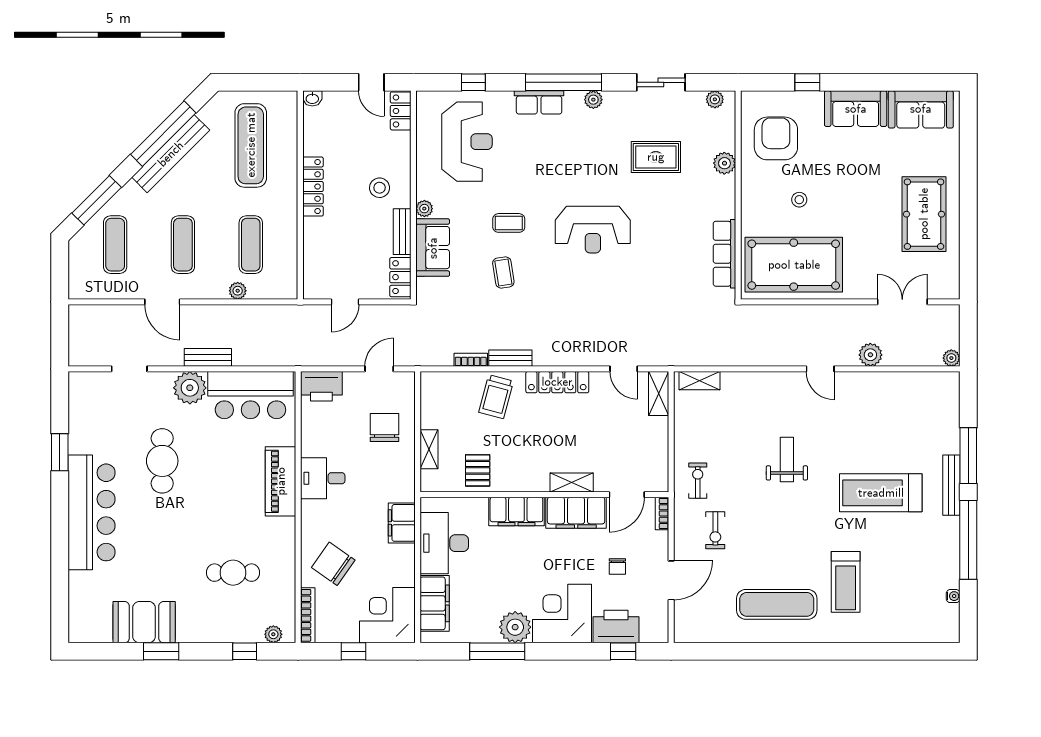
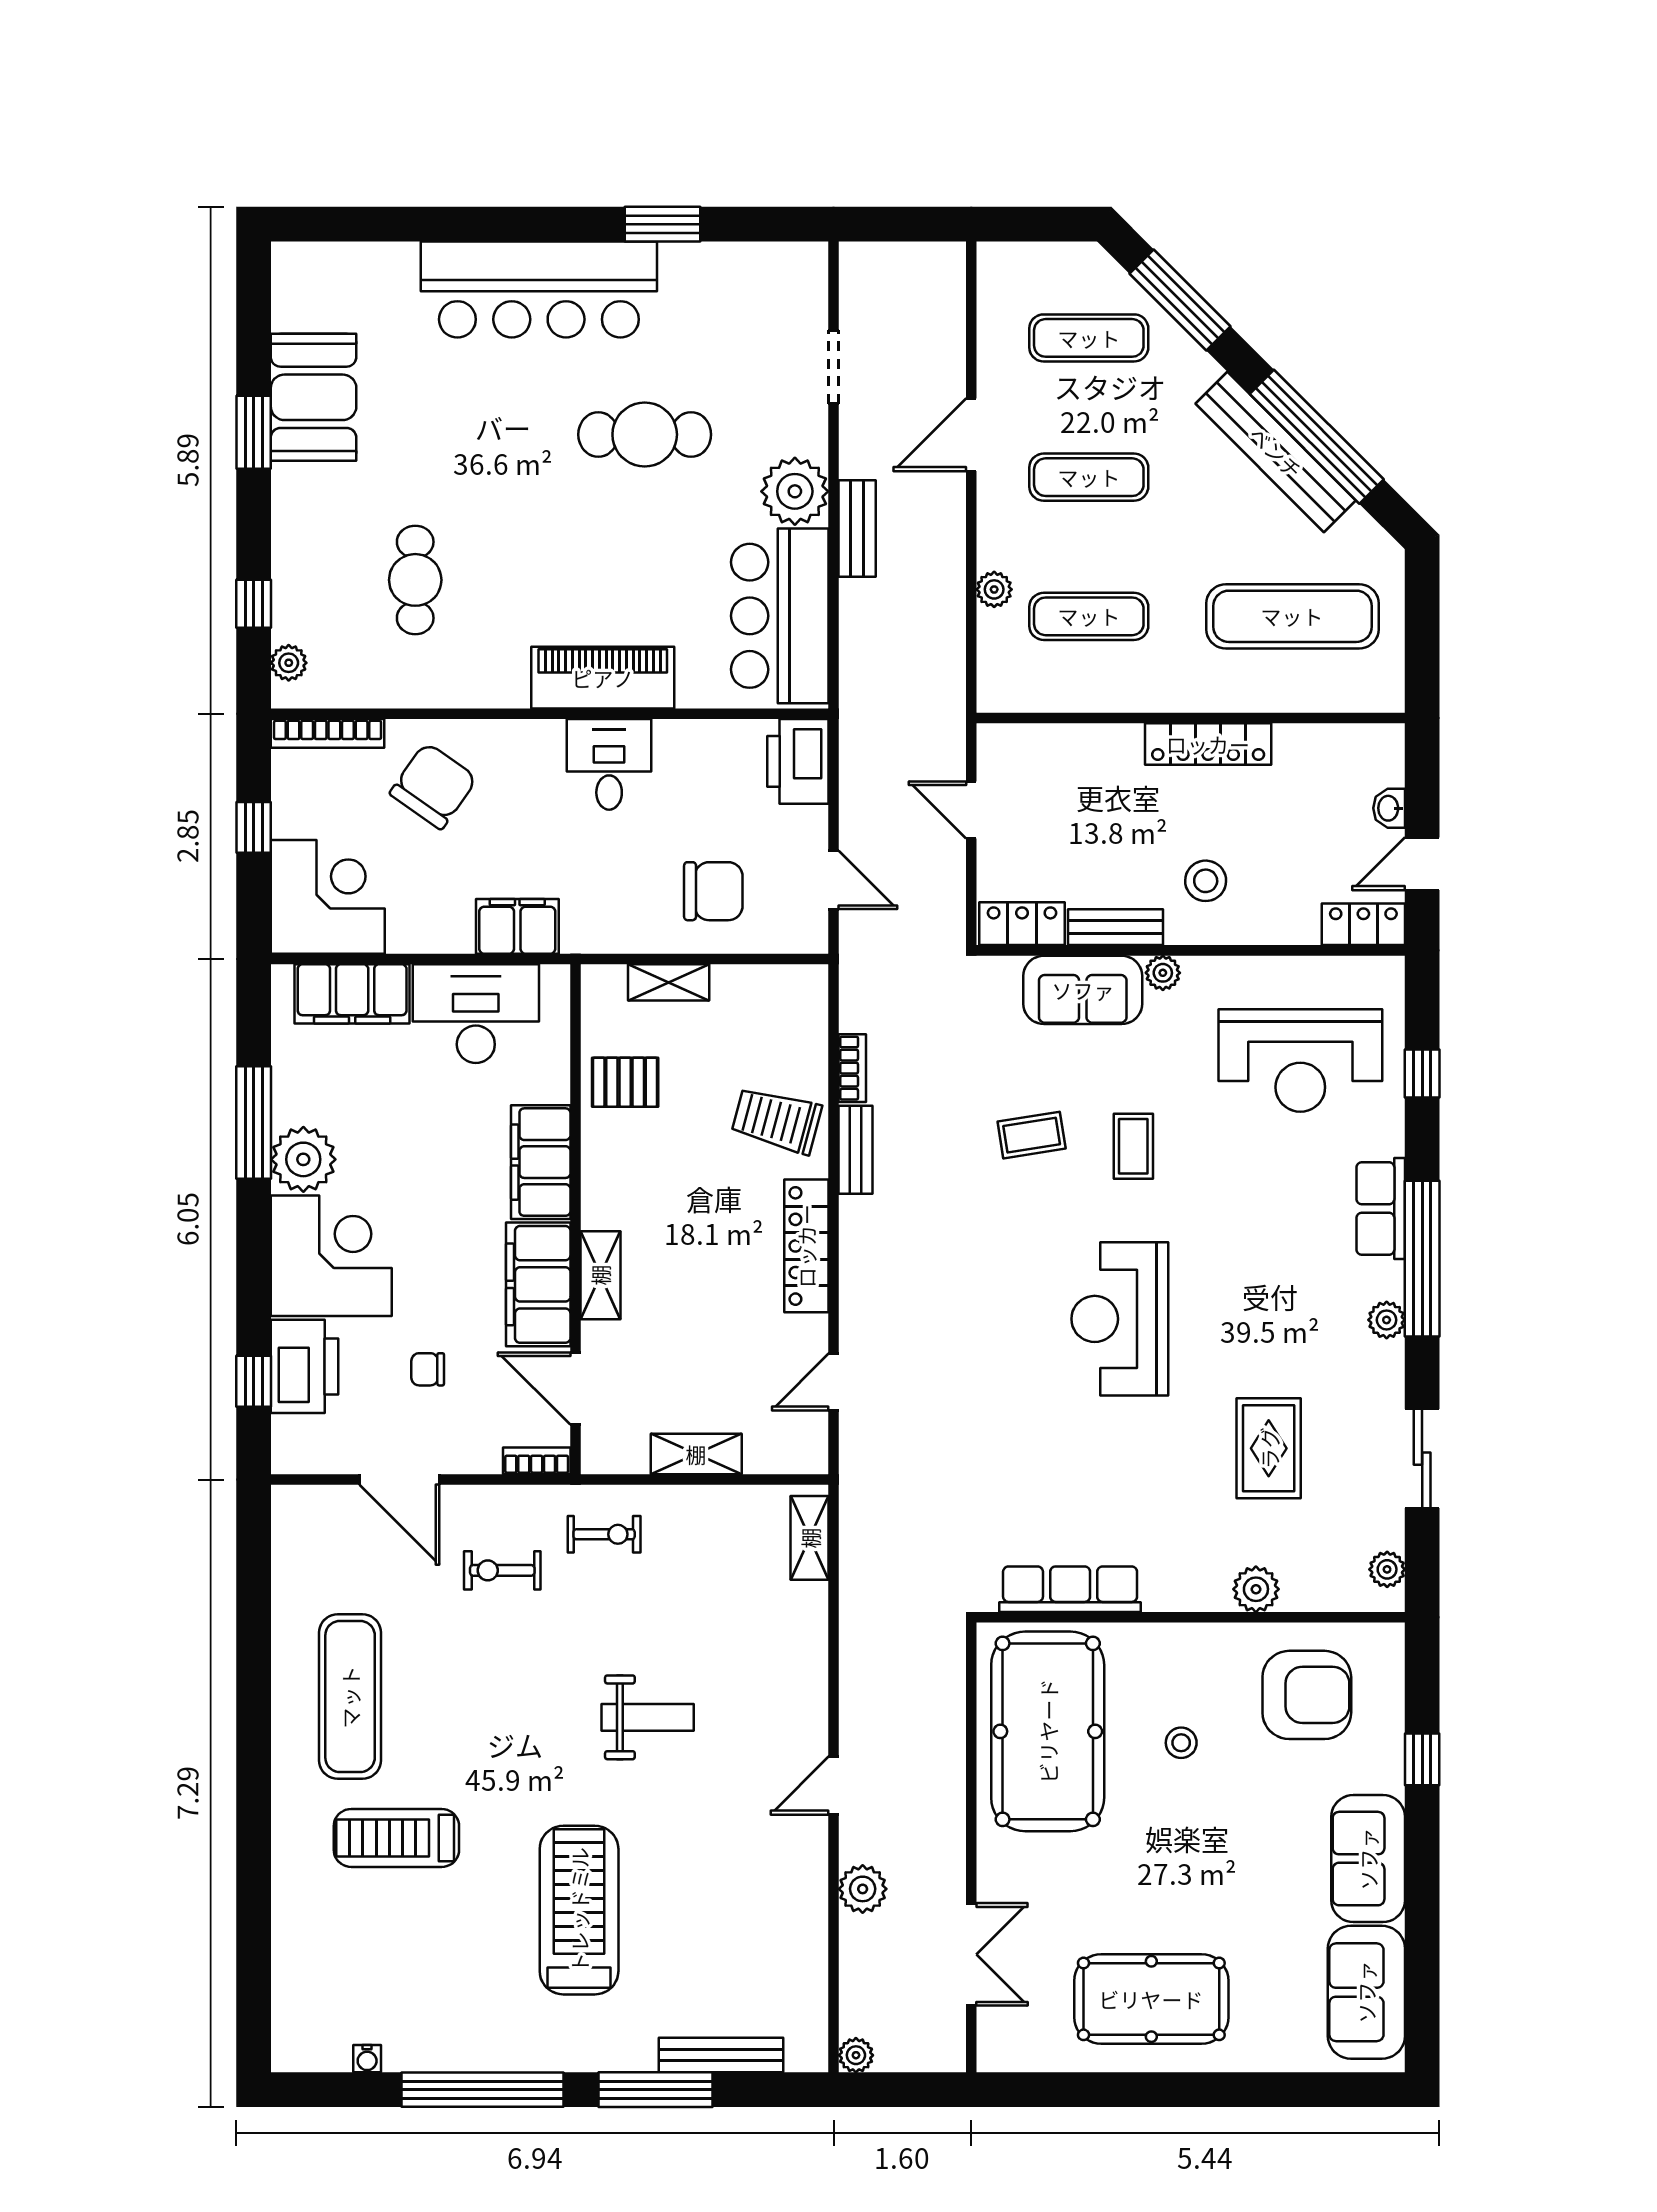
washbasin: (312, 98) -> (1389, 808), moved
shelving: (659, 394) -> (696, 1454), moved
bench: (951, 485) -> (721, 2055), moved

